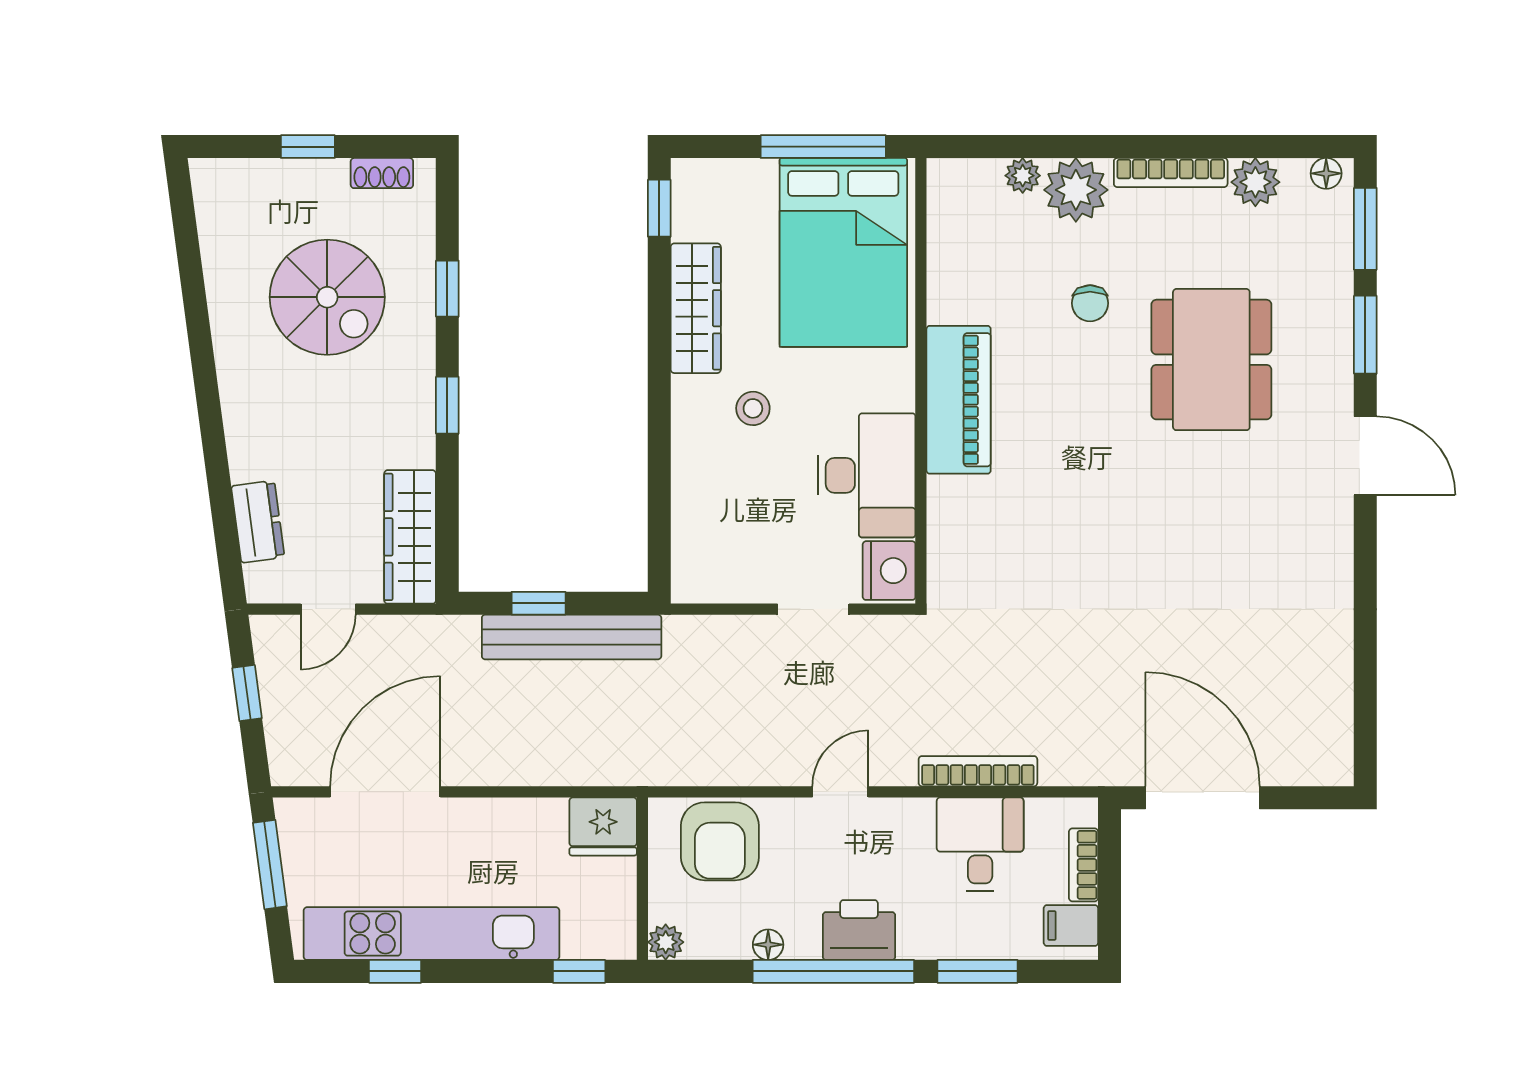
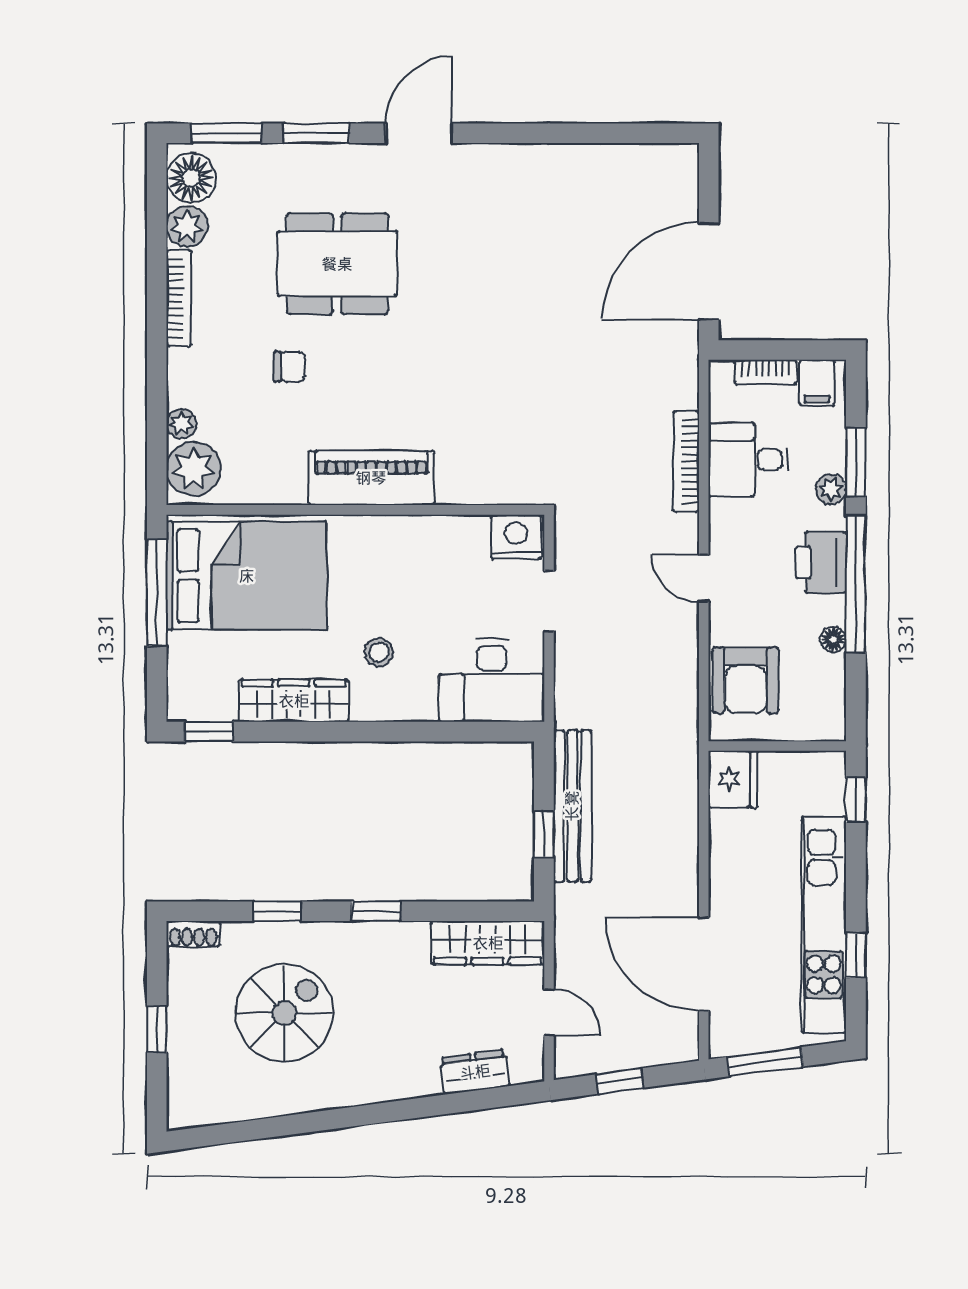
shoe rack: (382, 173) -> (193, 934), moved, turned 90
floor lamp: (1326, 173) -> (191, 178), width x1.89, depth x1.89
plant: (1076, 190) -> (194, 469), moved
desk: (867, 475) -> (492, 681), moved, turned 180
armchair: (720, 841) -> (746, 680), turned 90
plant: (666, 942) -> (831, 489), moved

